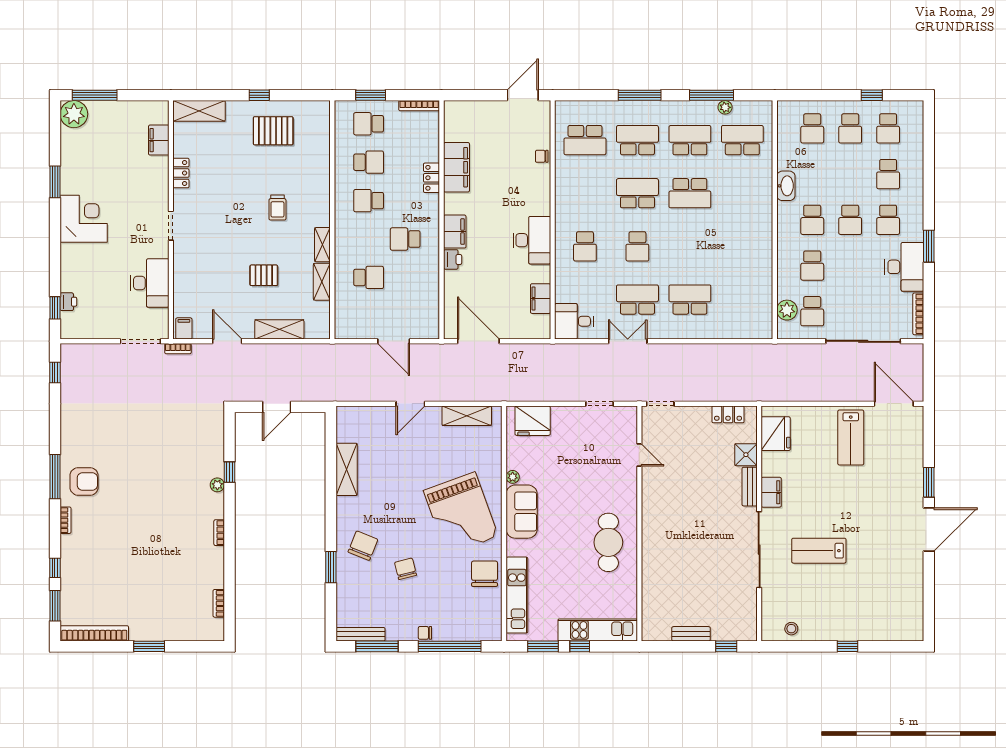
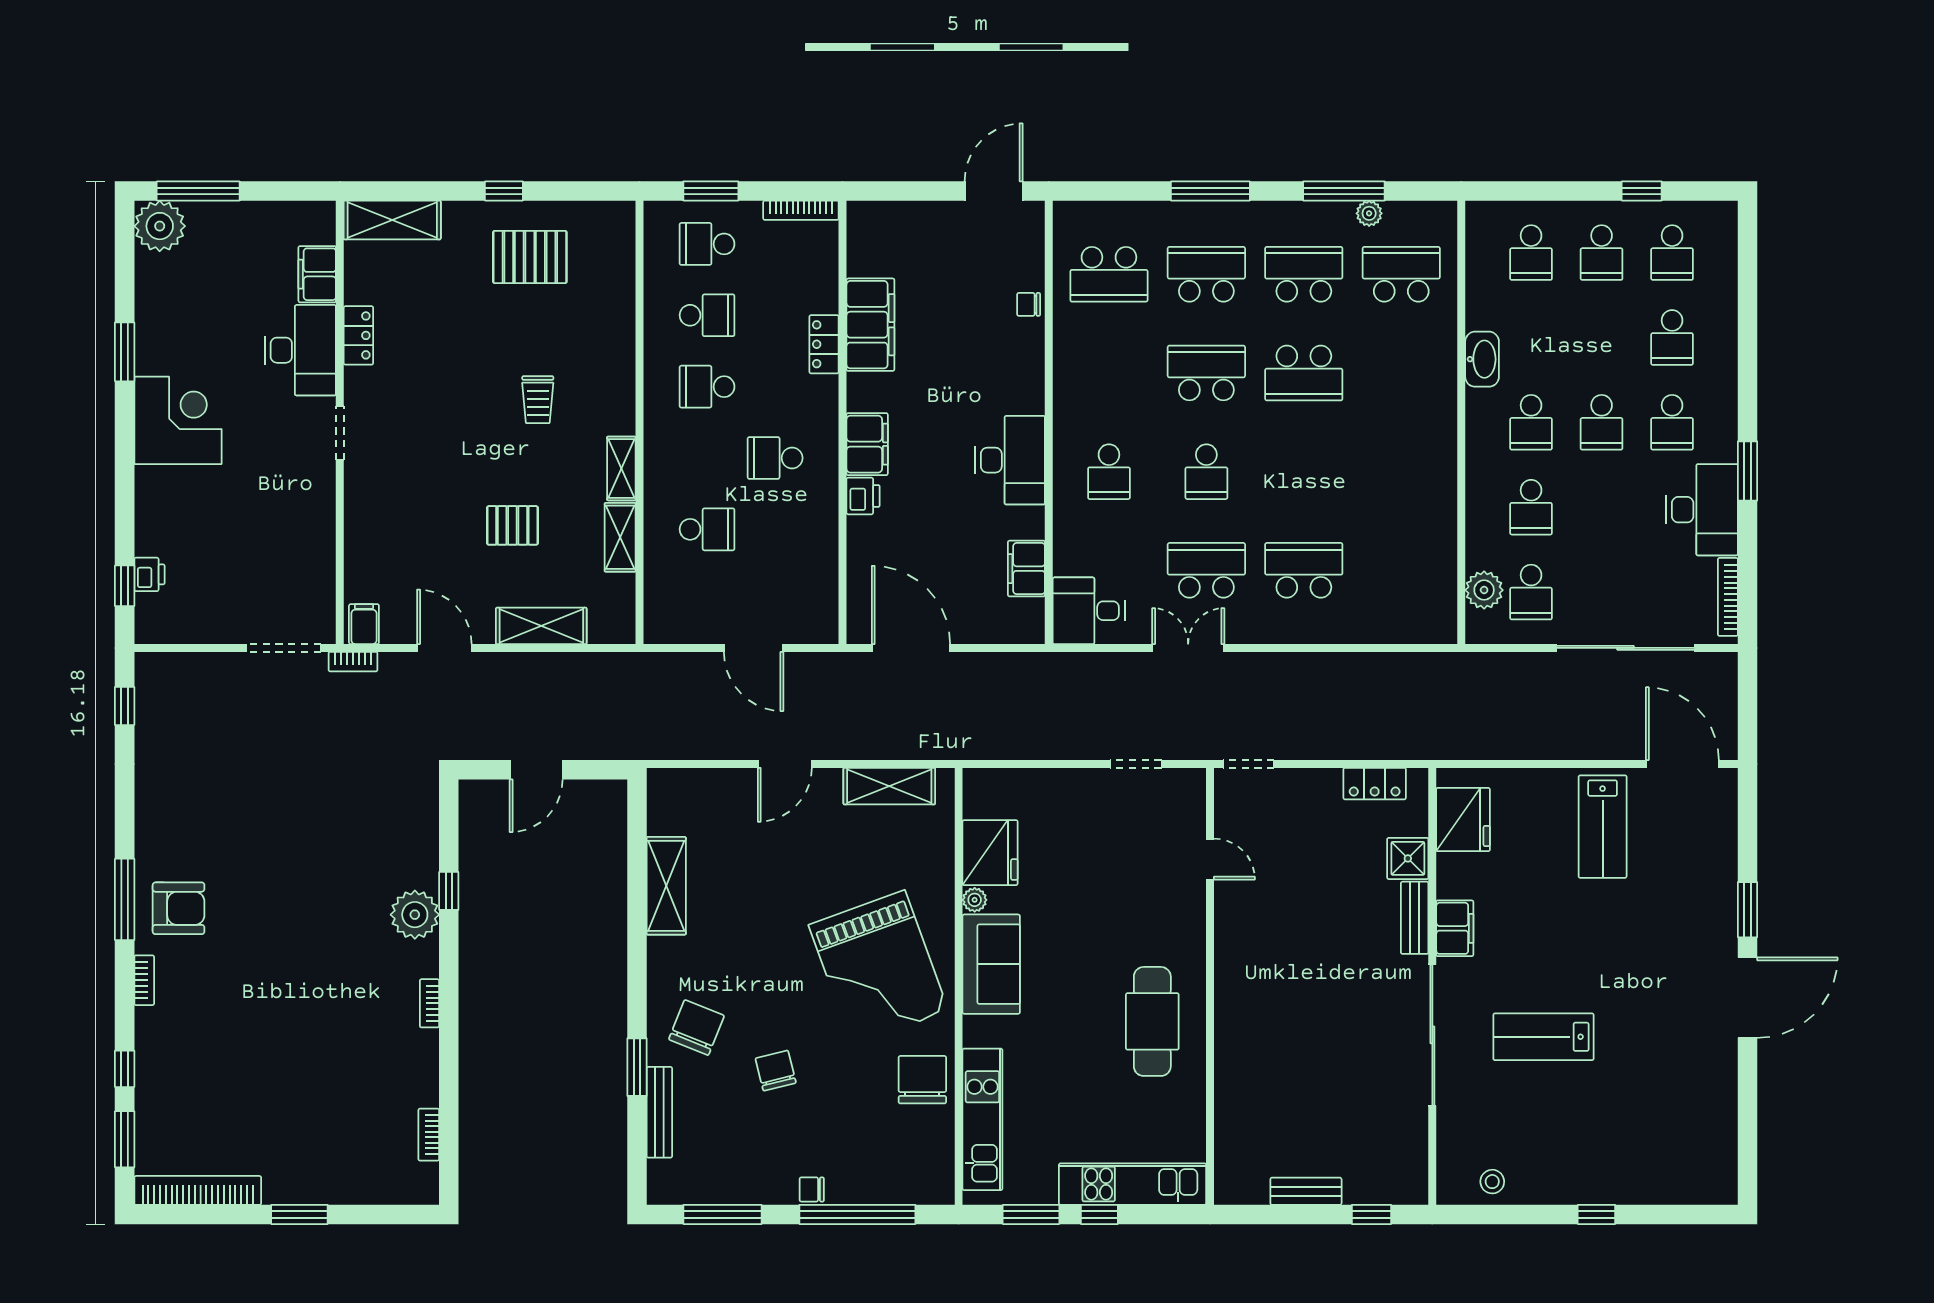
desk: (150, 283) -> (300, 350), moved
fridge: (533, 421) -> (990, 853), moved, turned -90
plant: (217, 485) -> (415, 915), width x1.88, depth x1.88
bench: (361, 634) -> (659, 1112), moved, turned 90

